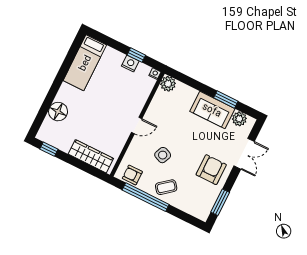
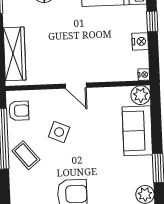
window: (136, 55) -> (152, 21), moved
sofa: (212, 110) -> (137, 131), moved
armchair: (132, 175) -> (19, 111), turned 90

